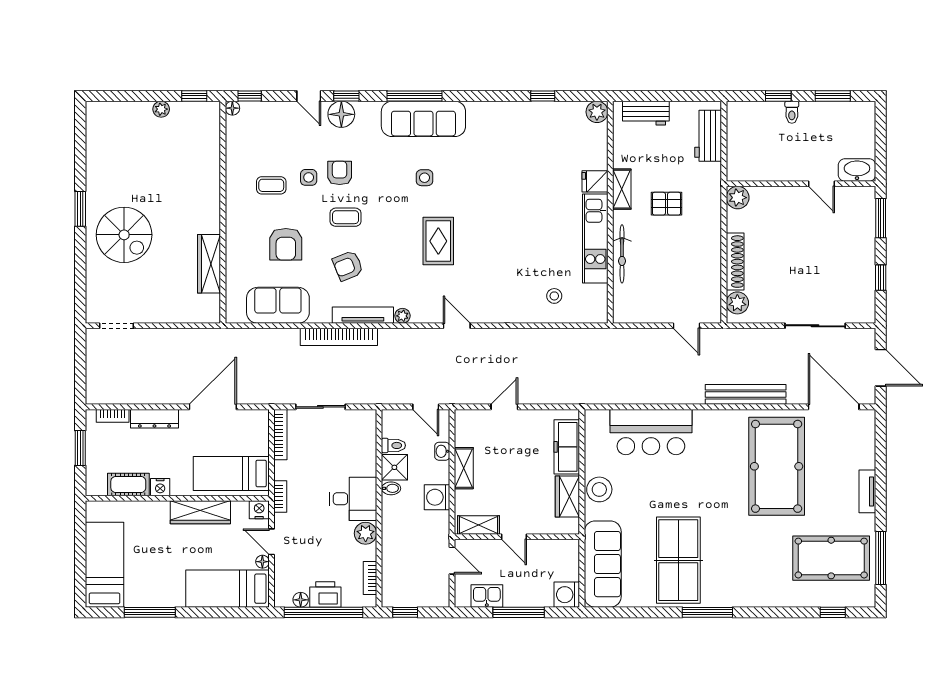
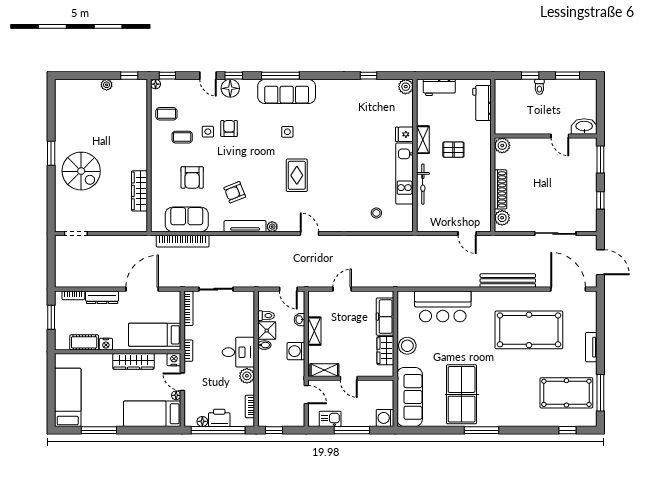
coffee table: (346, 217) -> (166, 114), moved
bookcase: (339, 337) -> (183, 241), moved
pool table: (777, 466) -> (529, 330), turned 90

